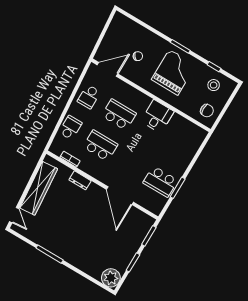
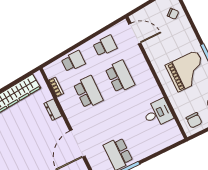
chair: (138, 56) -> (173, 14), moved
school desk: (89, 97) -> (105, 46), turned 180
desk: (157, 116) -> (158, 113), moved

